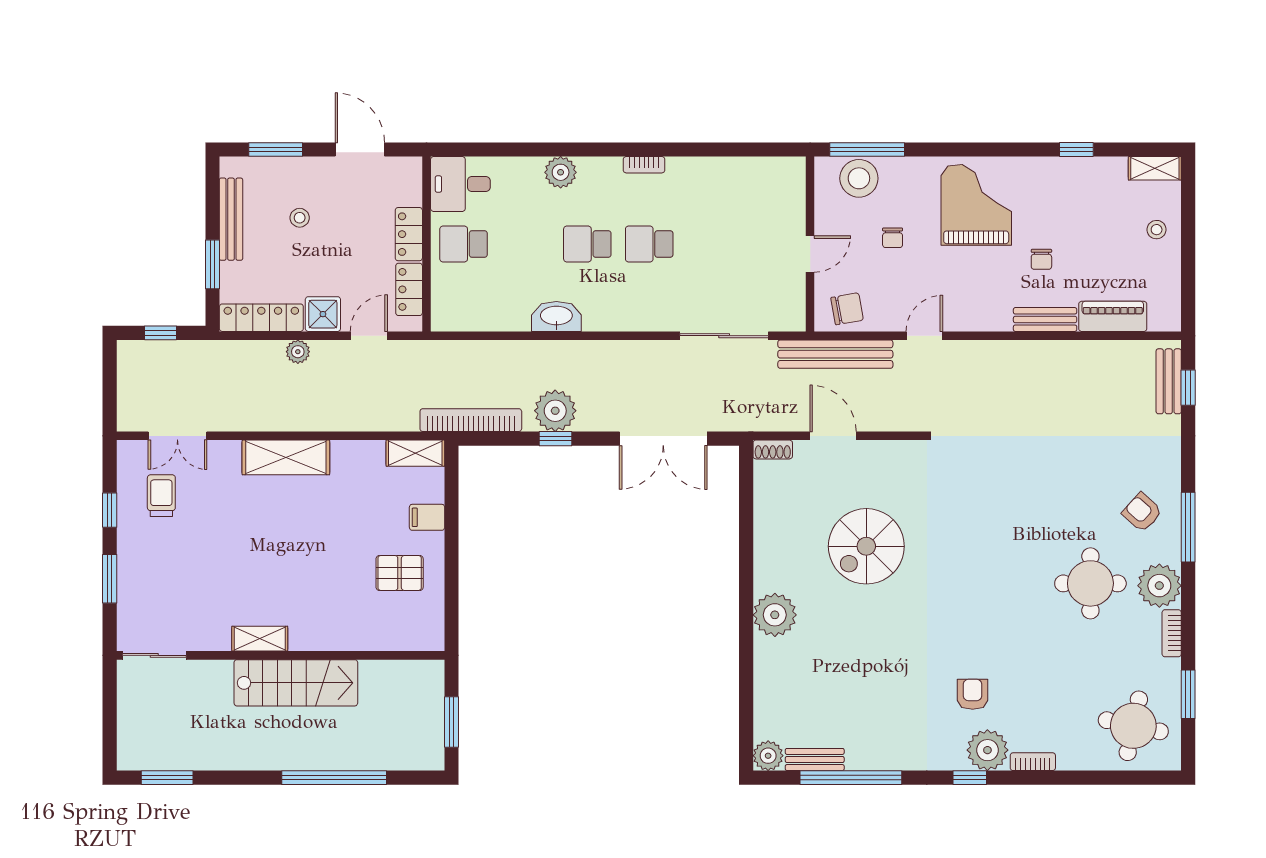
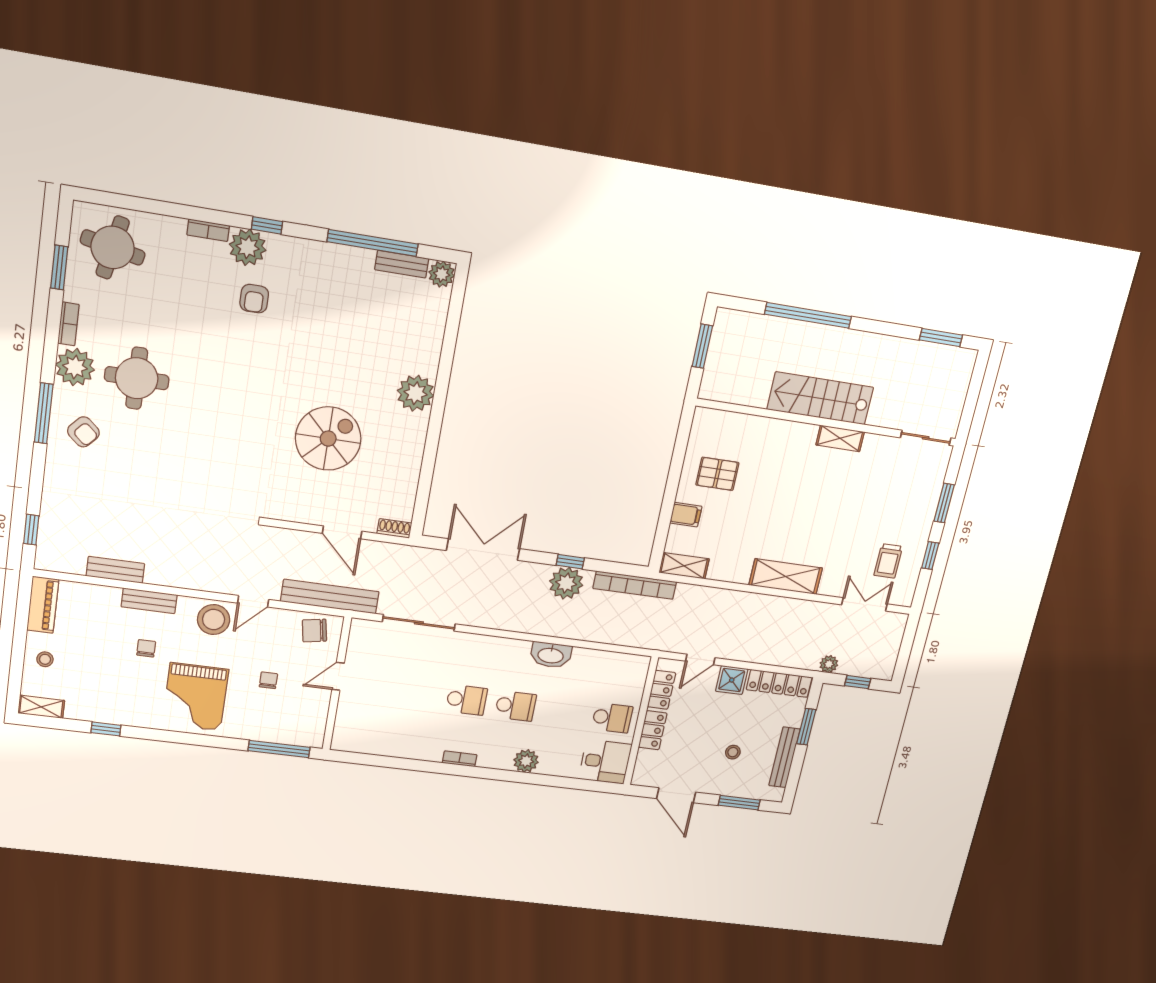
stool: (859, 178) -> (214, 620), moved
piano: (1113, 316) -> (43, 605), moved, turned -90
plant: (298, 352) -> (829, 664), moved
bench: (1169, 381) -> (115, 570), moved, turned 90

